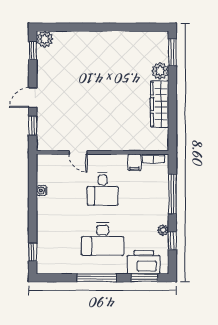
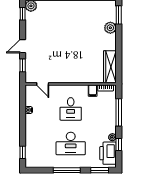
wardrobe: (160, 104) -> (110, 67), moved
door: (78, 152) -> (43, 84), moved
printer: (144, 262) -> (108, 153), moved, turned -90

